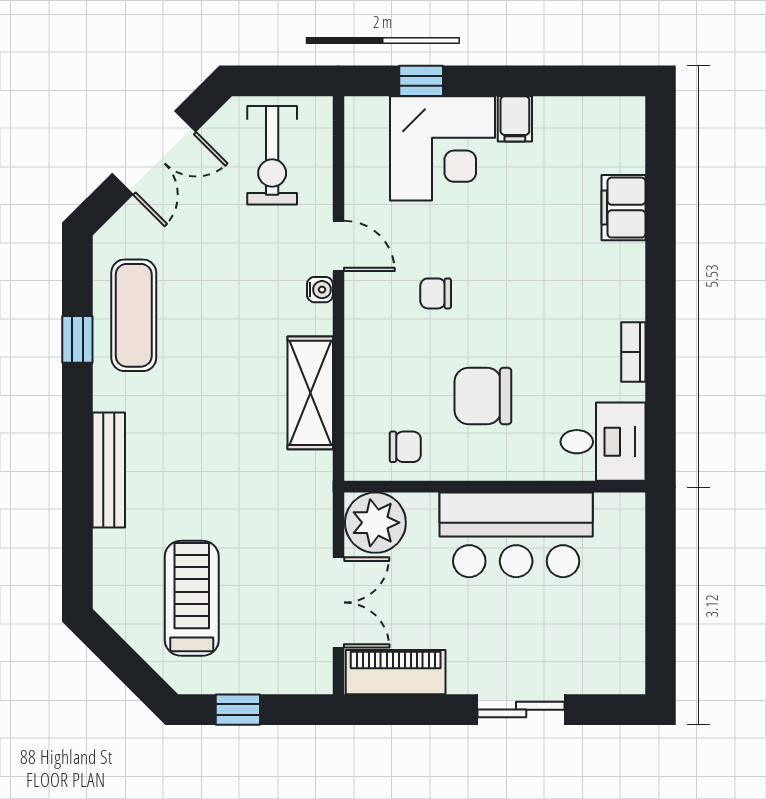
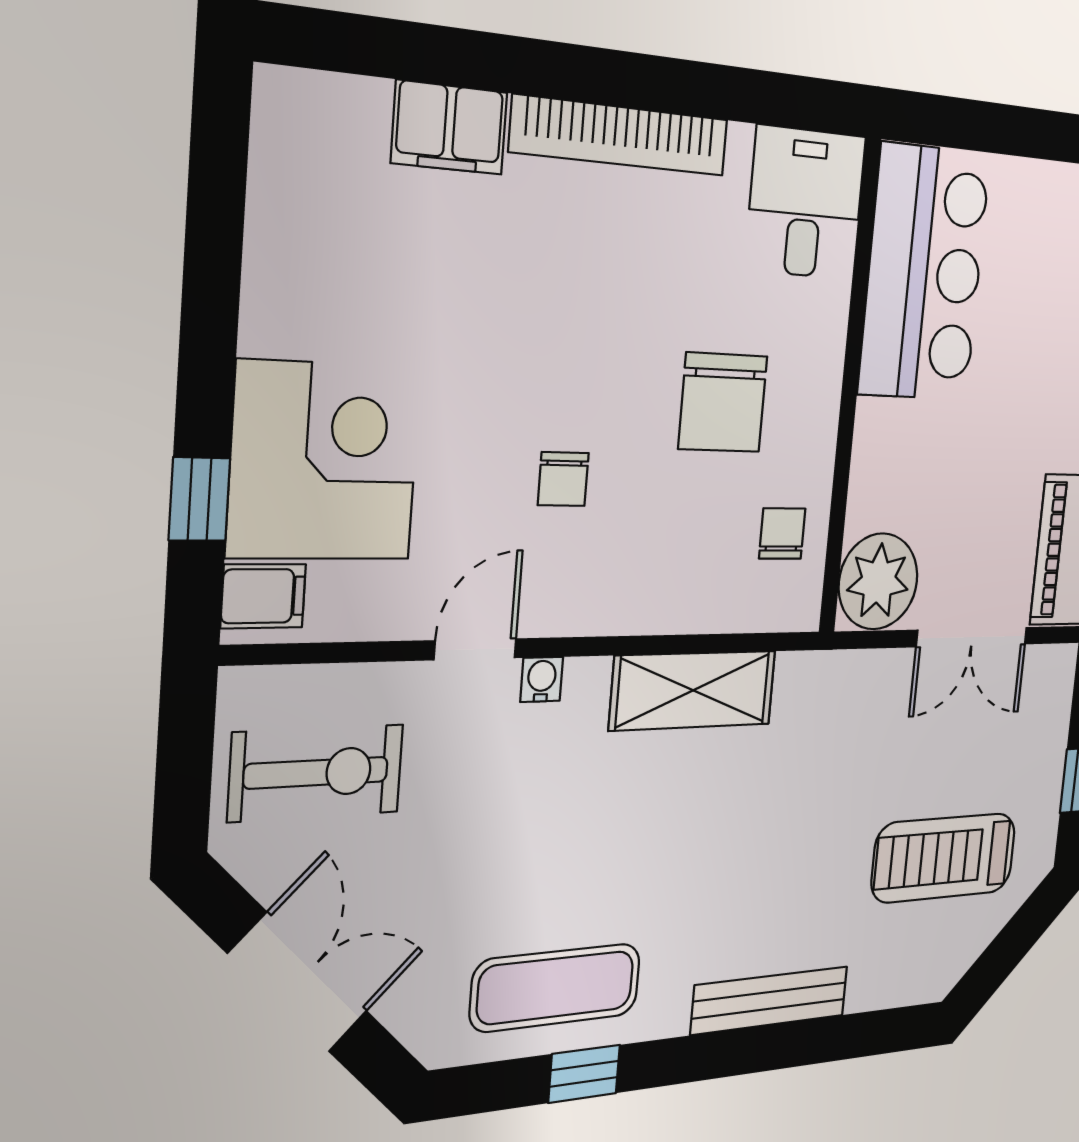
filing cabinet: (515, 119) -> (263, 596), moved
bookcase: (633, 352) -> (620, 136), width x2.31, depth x1.31
bar counter: (516, 535) -> (924, 273), moved
double door: (338, 602) -> (972, 637), swing flipped

